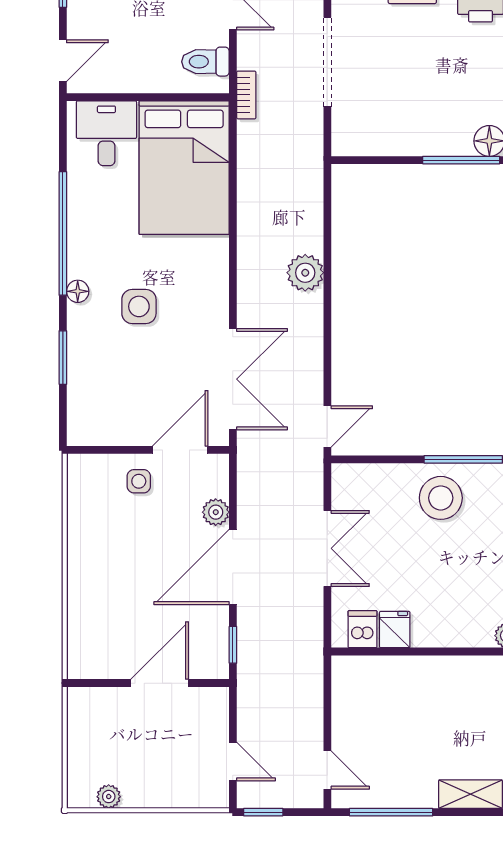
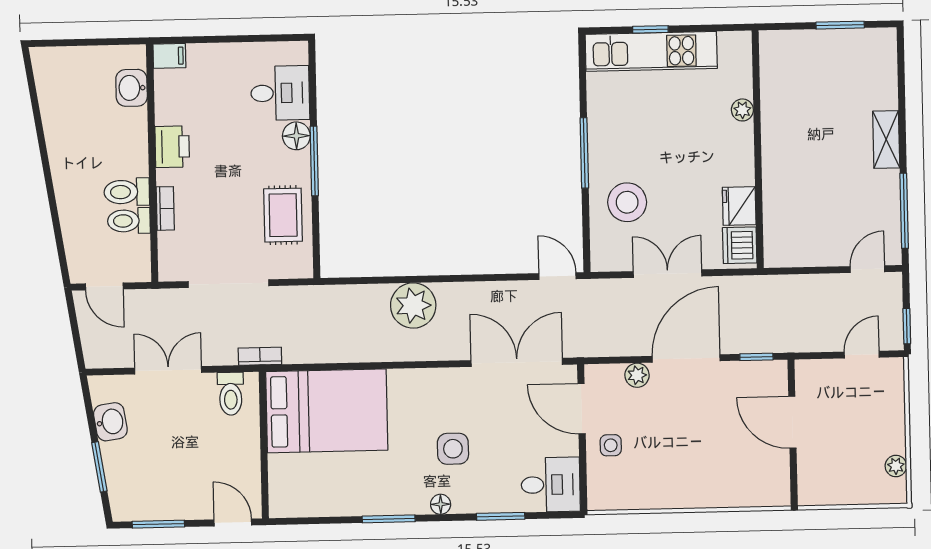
rug: (402, 124) -> (283, 215), added
desk: (106, 133) -> (551, 485), moved, turned 180
window: (63, 233) -> (389, 519), width x0.47
plant: (305, 273) -> (413, 306), width x1.36, depth x1.36
stool: (441, 498) -> (627, 202), moved
door: (233, 567) -> (686, 359), swing flipped
dishwasher: (363, 629) -> (740, 245), width x1.38
fridge: (395, 630) -> (739, 206), width x1.38

